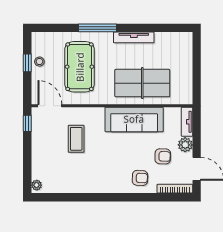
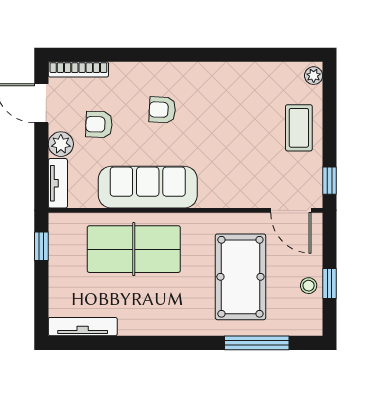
window: (97, 28) -> (257, 343), moved
tv unit: (134, 37) -> (83, 327), moved
window: (197, 85) -> (41, 246), added
coffee table: (76, 139) -> (299, 128), moved
armchair: (140, 178) -> (162, 110), moved

